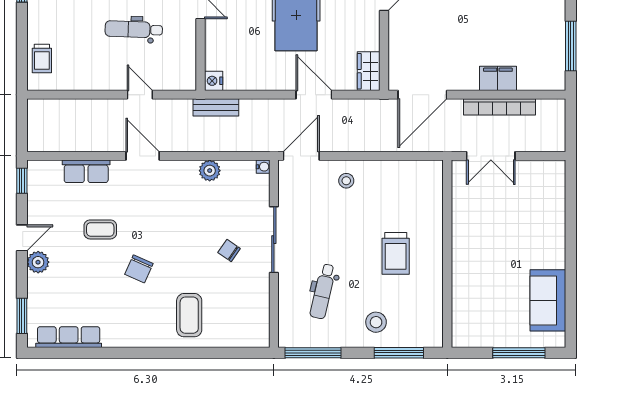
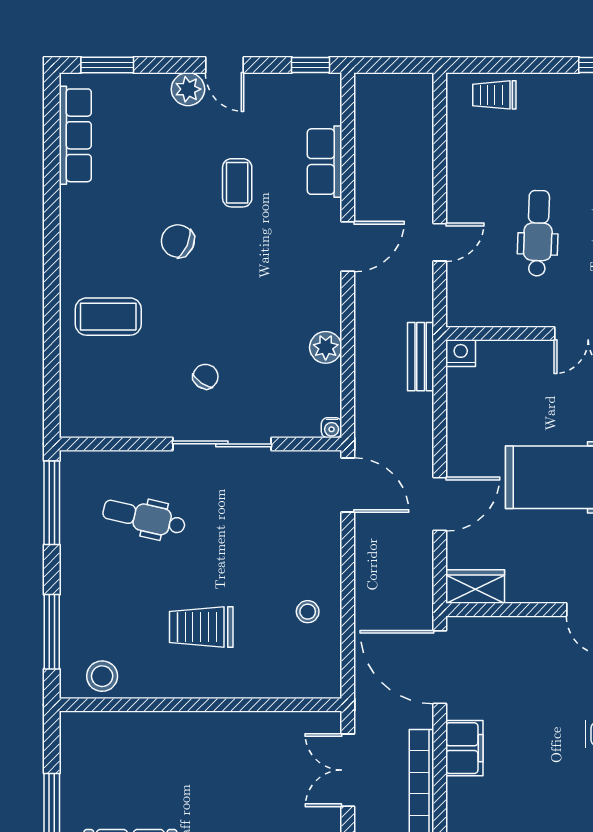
filing cabinet: (498, 78) -> (464, 748), moved
stool: (346, 181) -> (308, 612), moved
stool: (376, 322) -> (102, 676), moved

